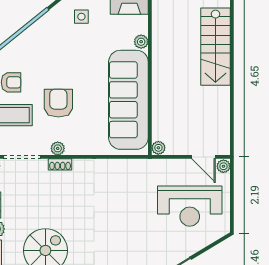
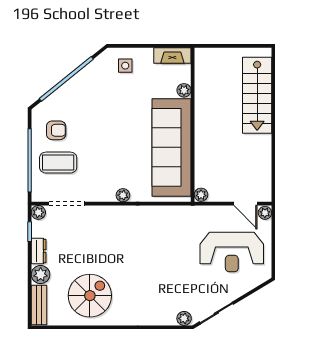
armchair: (58, 103) -> (103, 151), removed
plant: (58, 148) -> (123, 195), moved
shoe rack: (60, 164) -> (104, 211), removed

